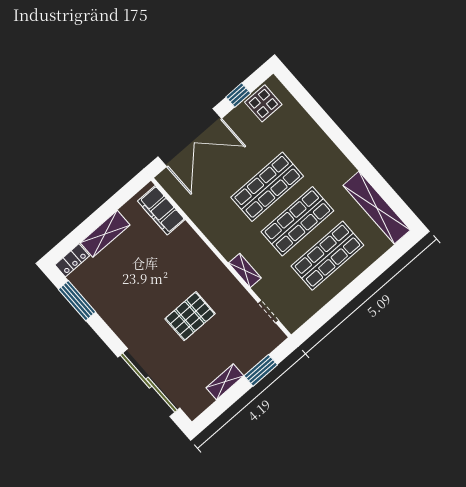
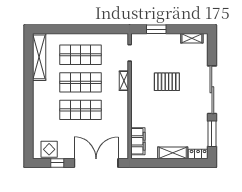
shelving: (225, 382) -> (192, 38), moved
sliding door: (149, 383) -> (212, 90), moved

